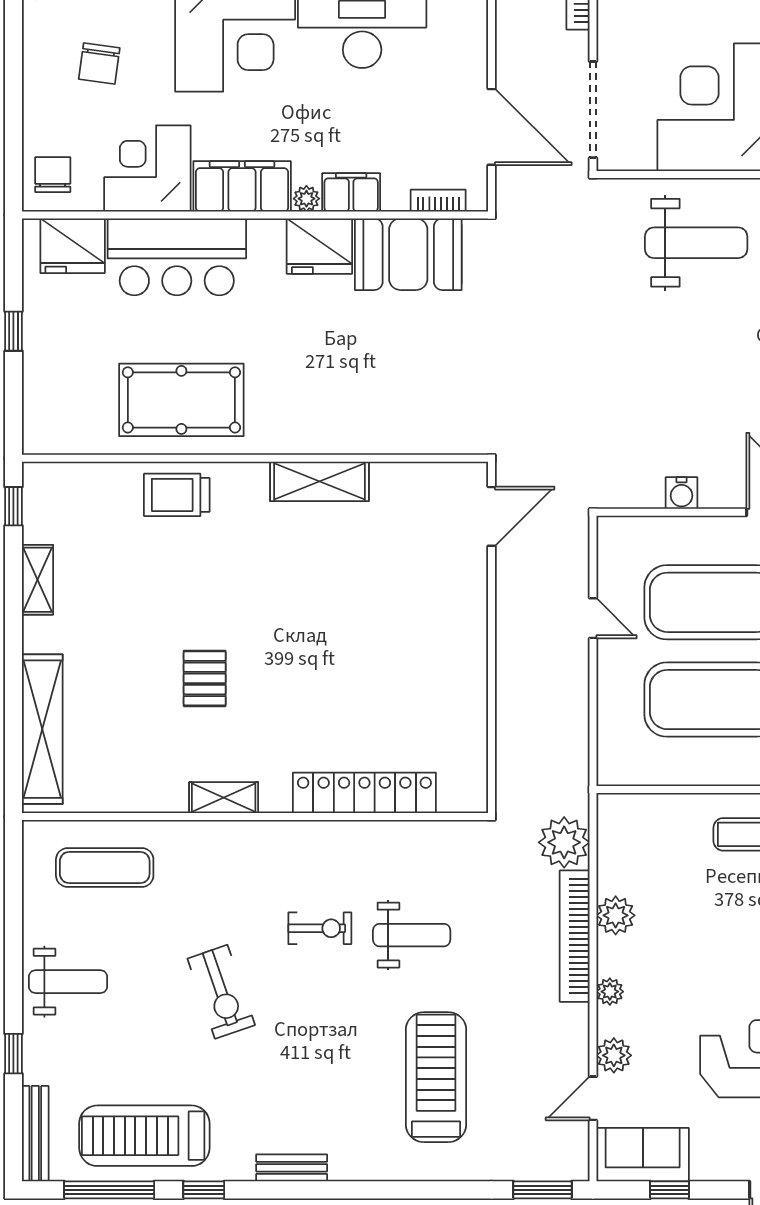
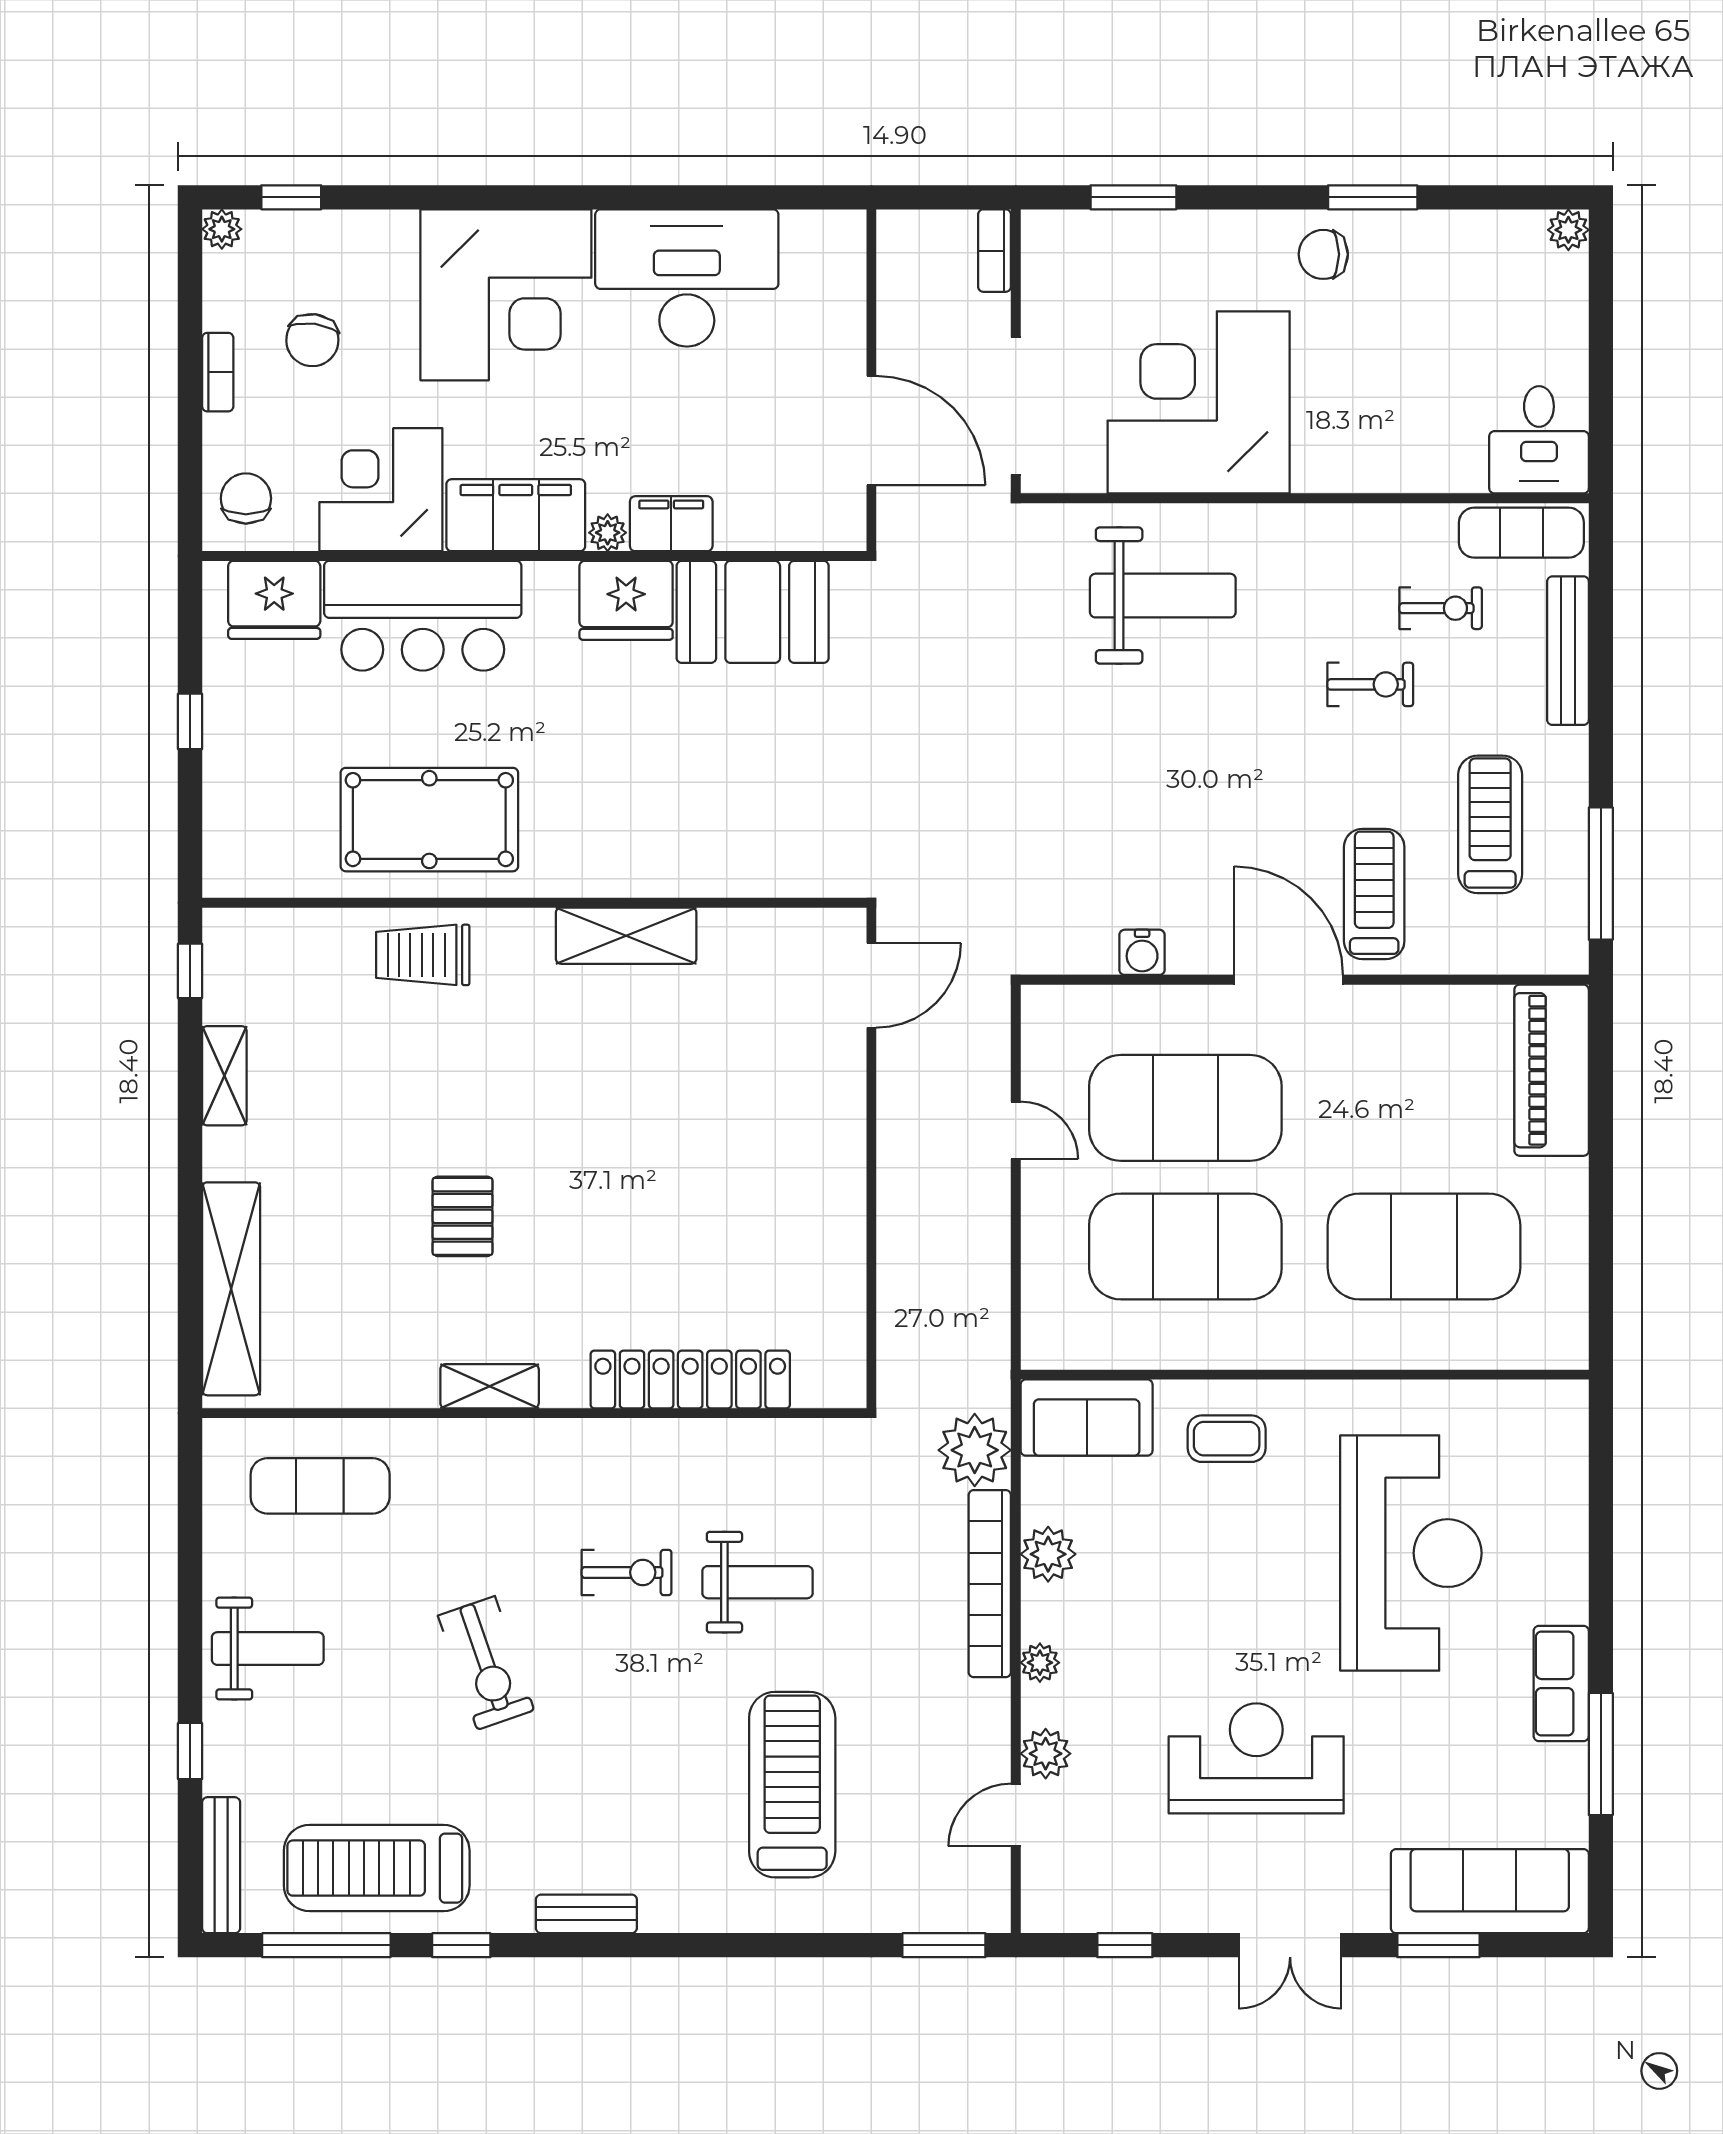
bookcase: (438, 201) -> (218, 372), moved, turned 90
sofa: (643, 1155) -> (1087, 1418), moved, turned 180

